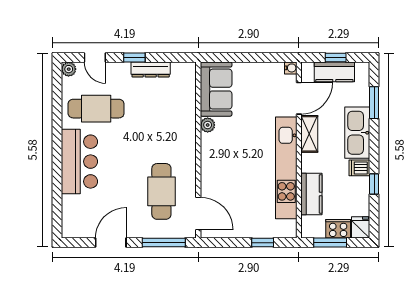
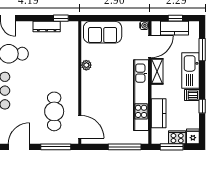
window: (134, 57) -> (61, 18), moved
sofa: (216, 89) -> (103, 32), moved, turned 90
window: (263, 243) -> (125, 147), width x2.17

